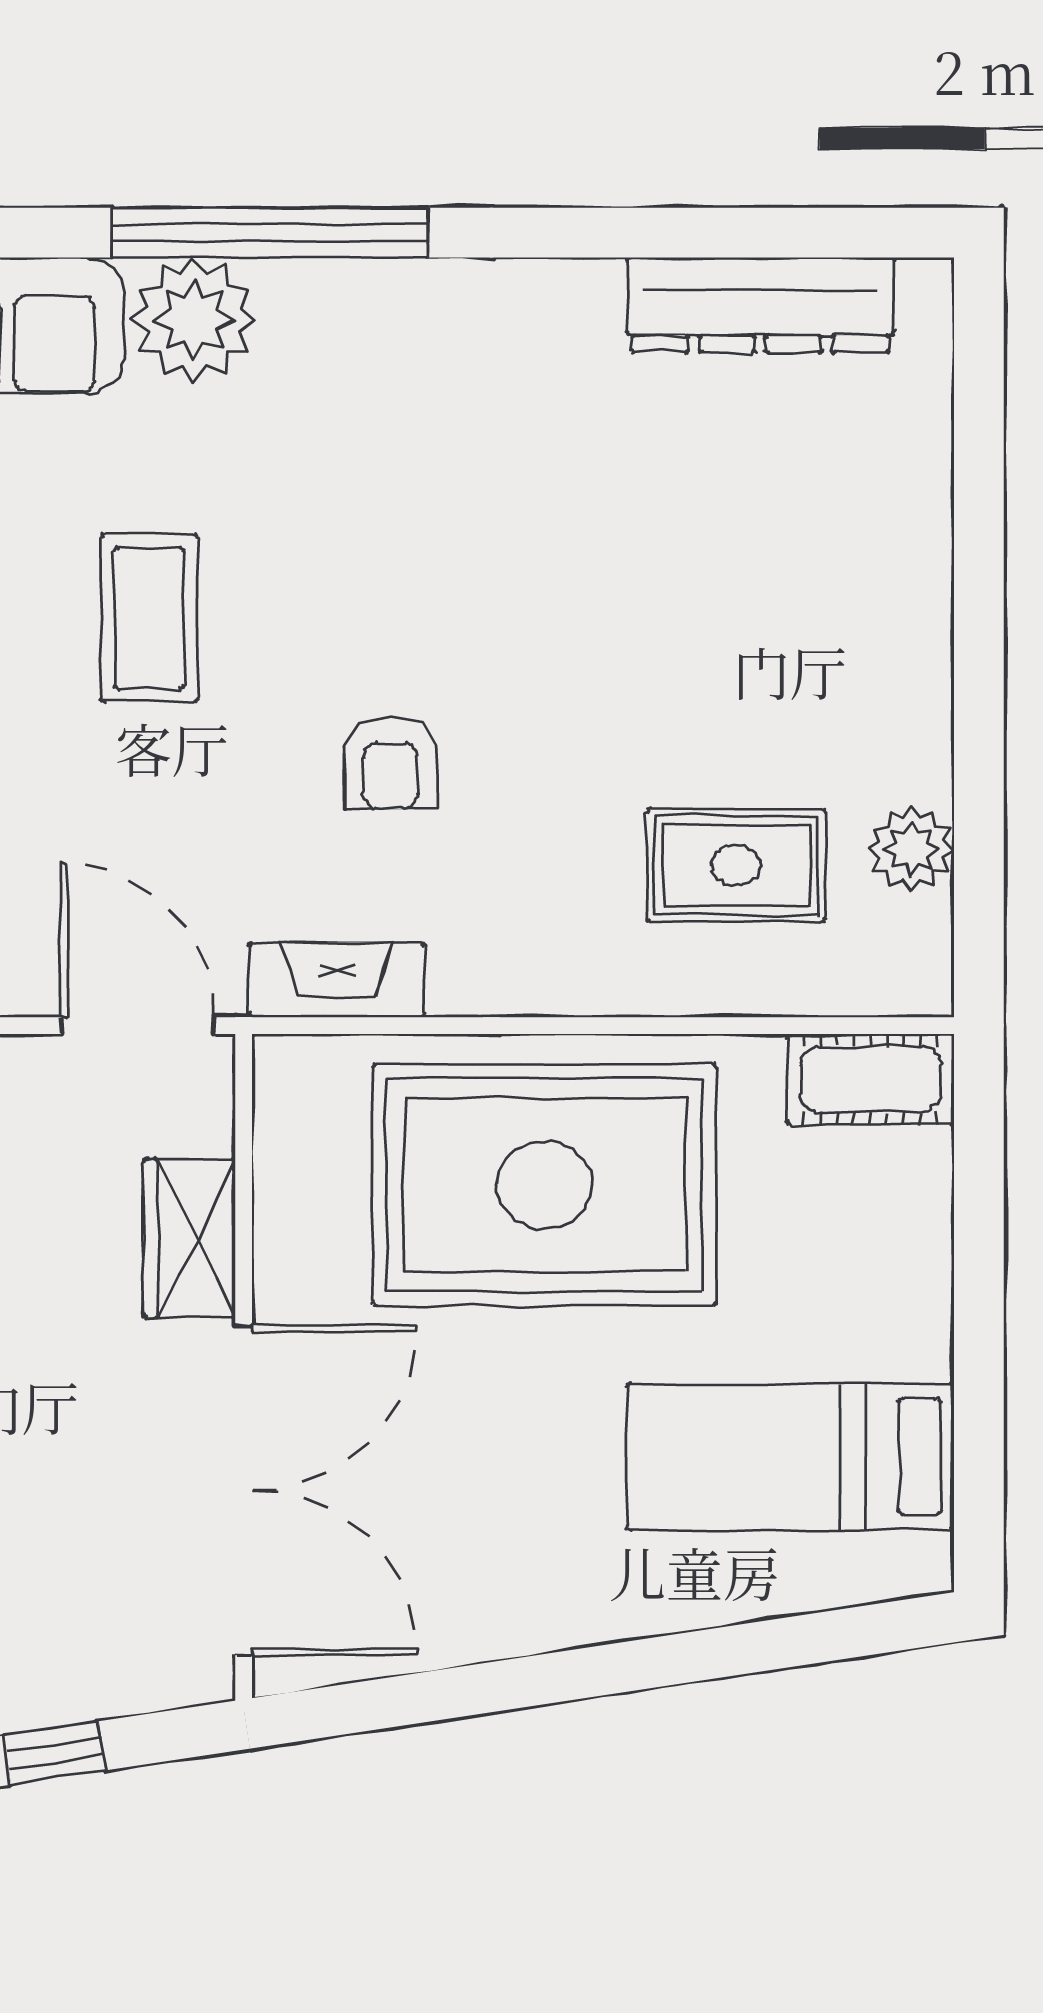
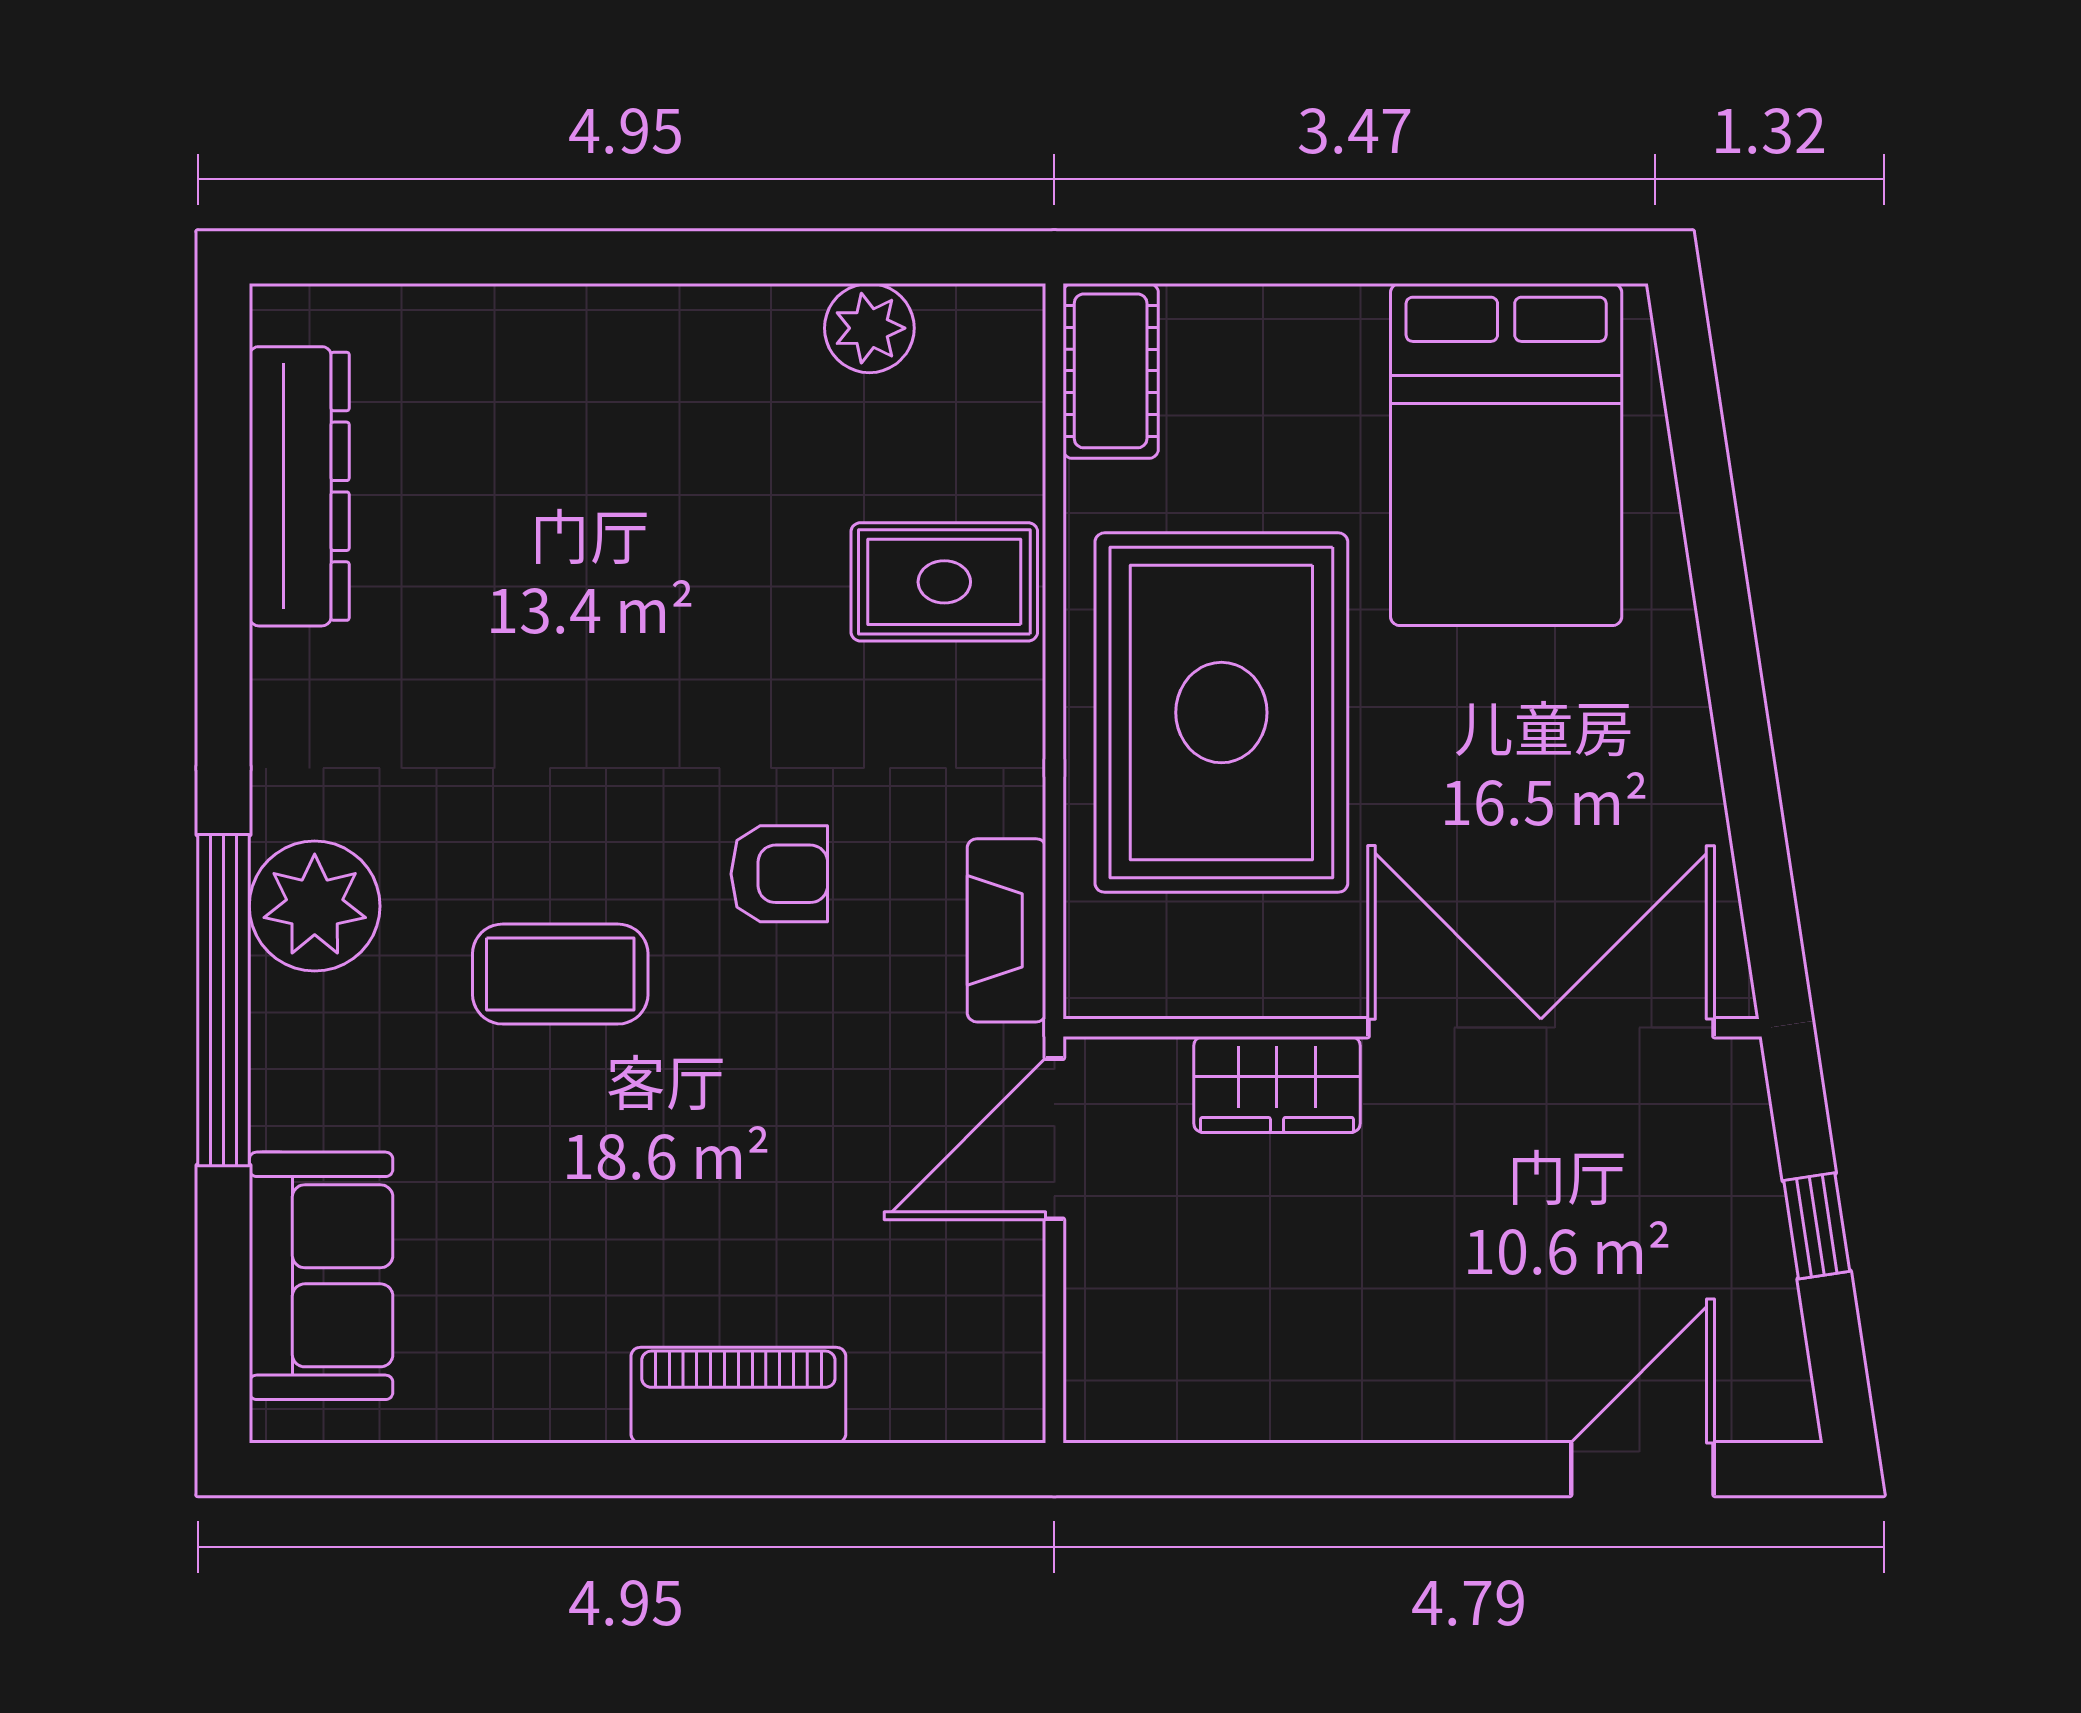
plant: (194, 320) -> (315, 906), moved
coffee table: (149, 618) -> (560, 974), moved
rug: (736, 865) -> (944, 582), moved, turned 90
bed: (791, 1457) -> (1506, 455), width x1.50

